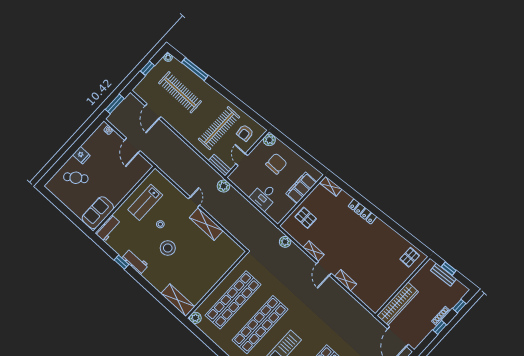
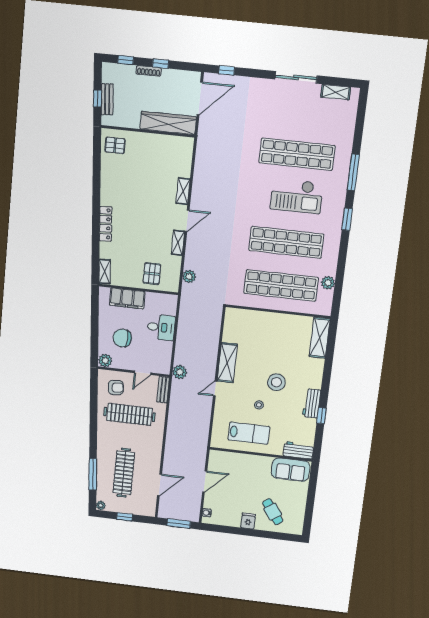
plant: (195, 318) -> (328, 283), moved

